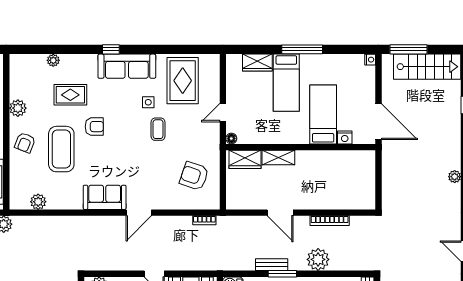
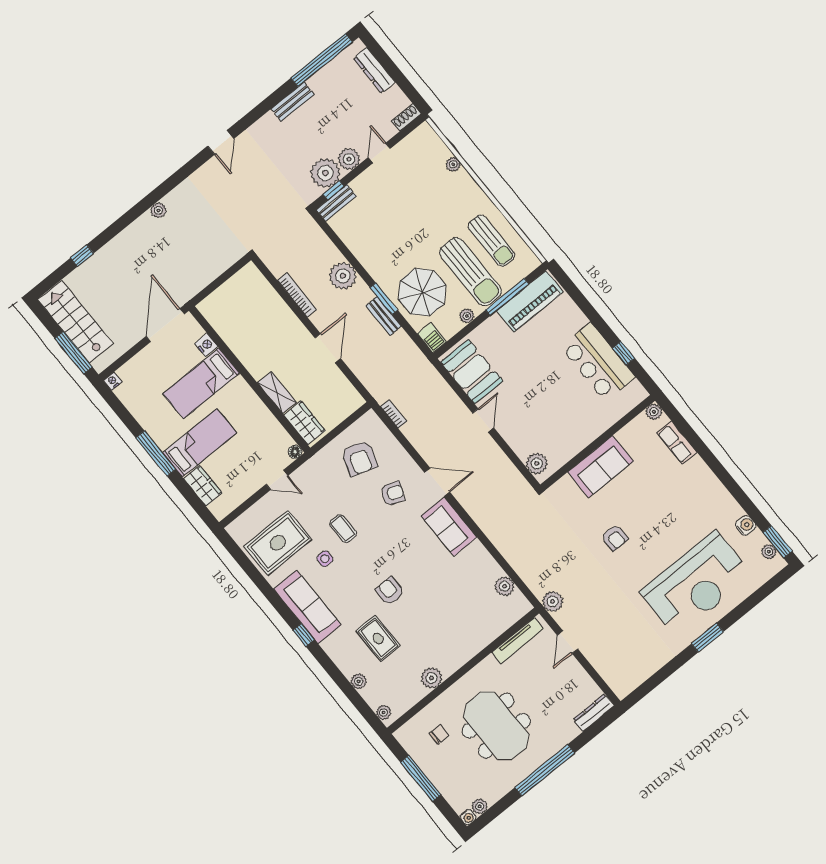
plant: (21, 60) -> (384, 712), added
coffee table: (158, 129) -> (343, 529), turned 90
armchair: (25, 143) -> (393, 493), moved
coffee table: (61, 149) -> (437, 605), removed

